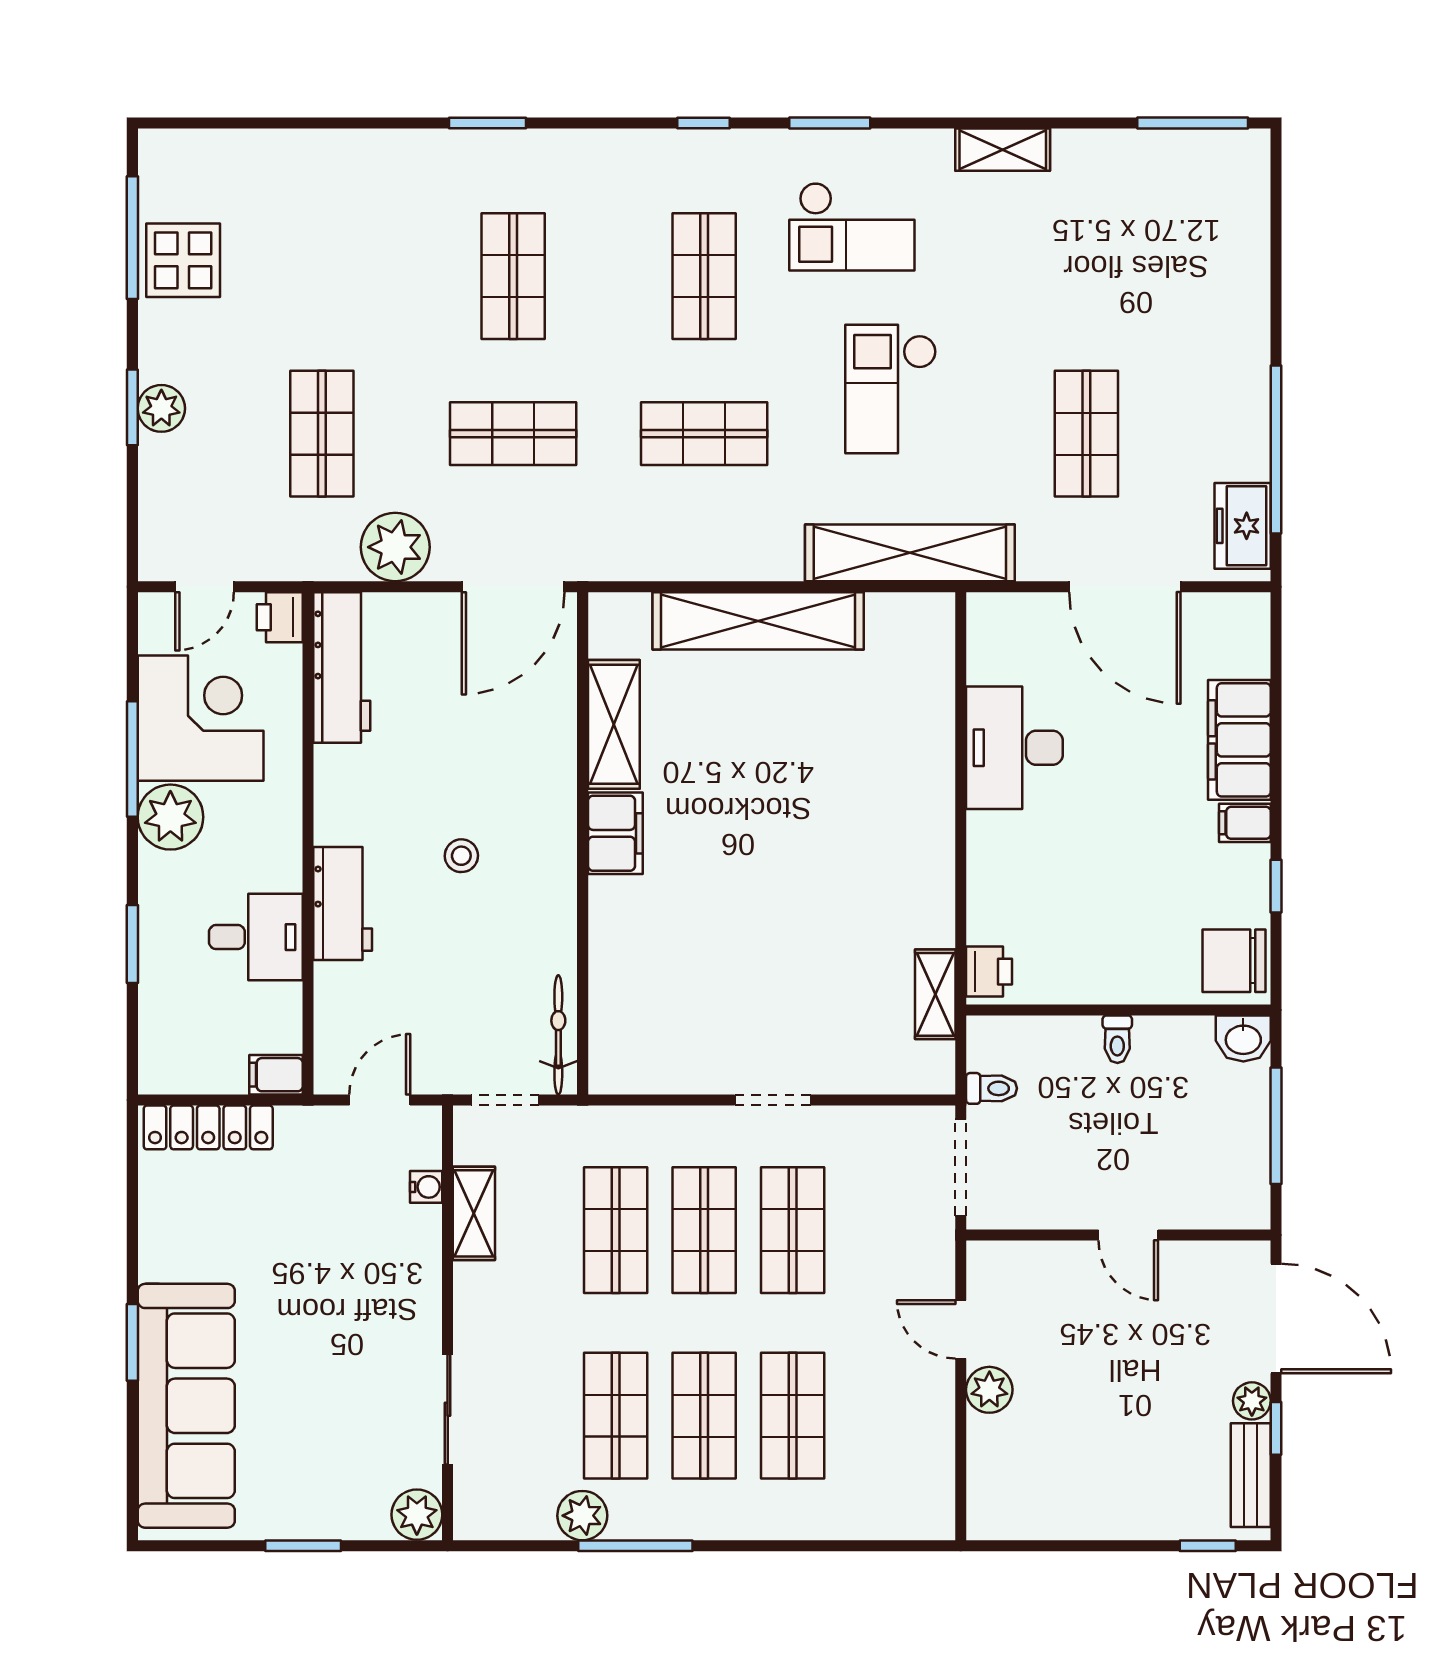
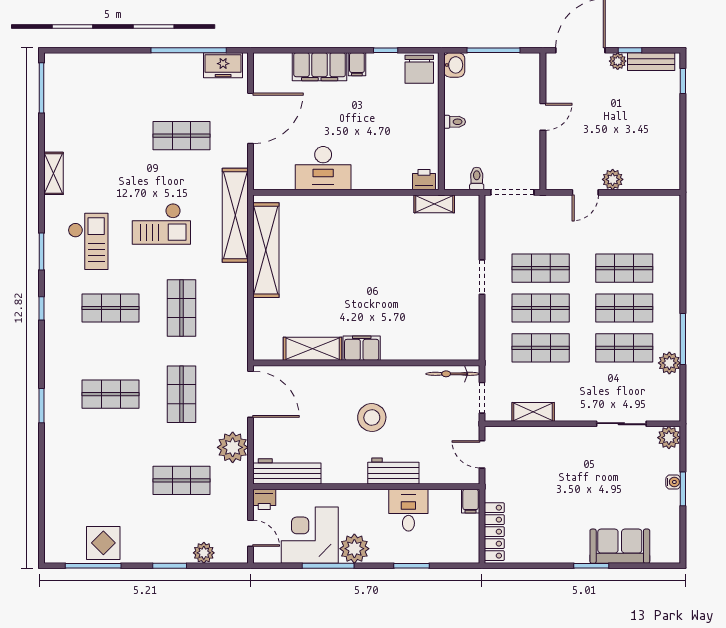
plant: (161, 408) -> (204, 553), moved
shelving: (758, 621) -> (266, 250), moved
stool: (461, 856) -> (372, 418), width x1.89, depth x1.89
water cooler: (426, 1187) -> (673, 482), moved, turned 90
sofa: (186, 1406) -> (620, 546), width x0.54, depth x0.79

